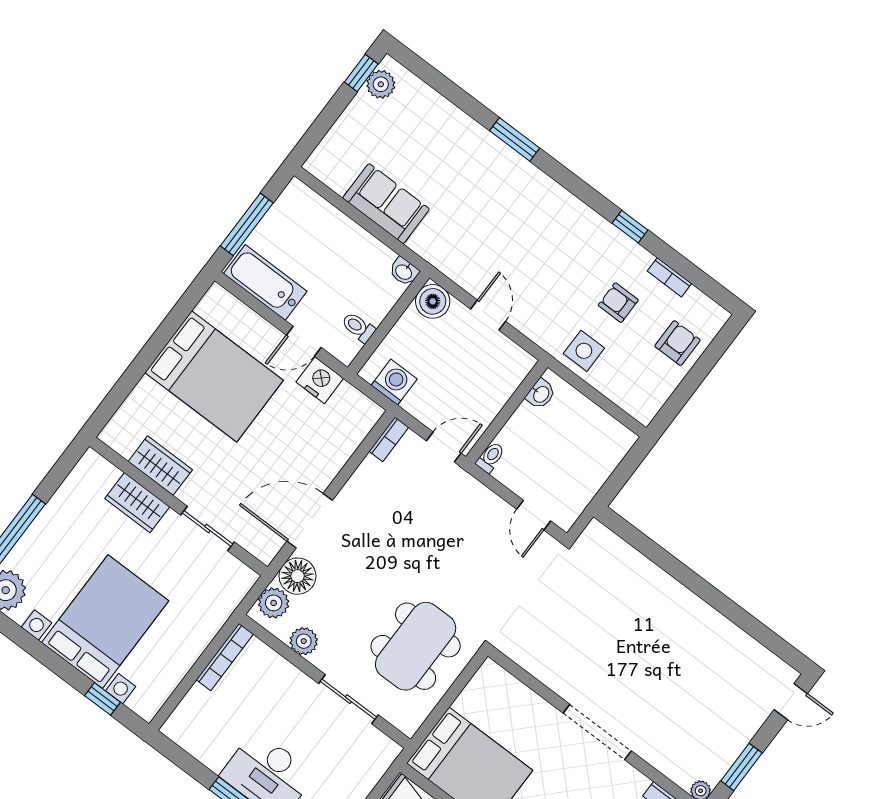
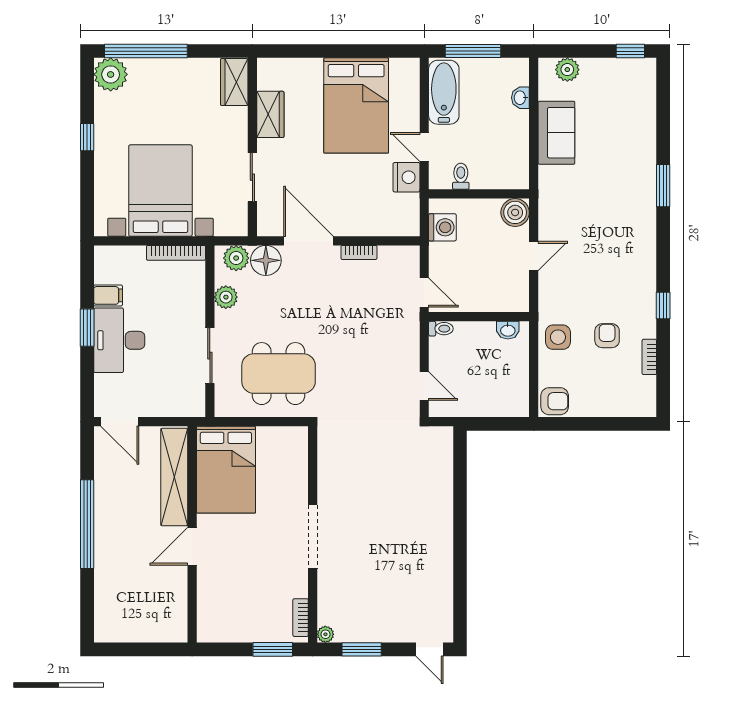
plant: (381, 84) -> (567, 70), moved
washbasin: (404, 272) -> (520, 98), moved
armchair: (677, 343) -> (555, 401), moved
bookcase: (389, 439) -> (359, 252), moved
wardrobe: (137, 503) -> (234, 82), moved
door: (534, 515) -> (424, 386), swing flipped
bed with nightstands: (105, 622) -> (160, 191), moved, turned -90
window: (102, 699) -> (87, 137), moved
filing cabinet: (216, 753) -> (108, 295), added

